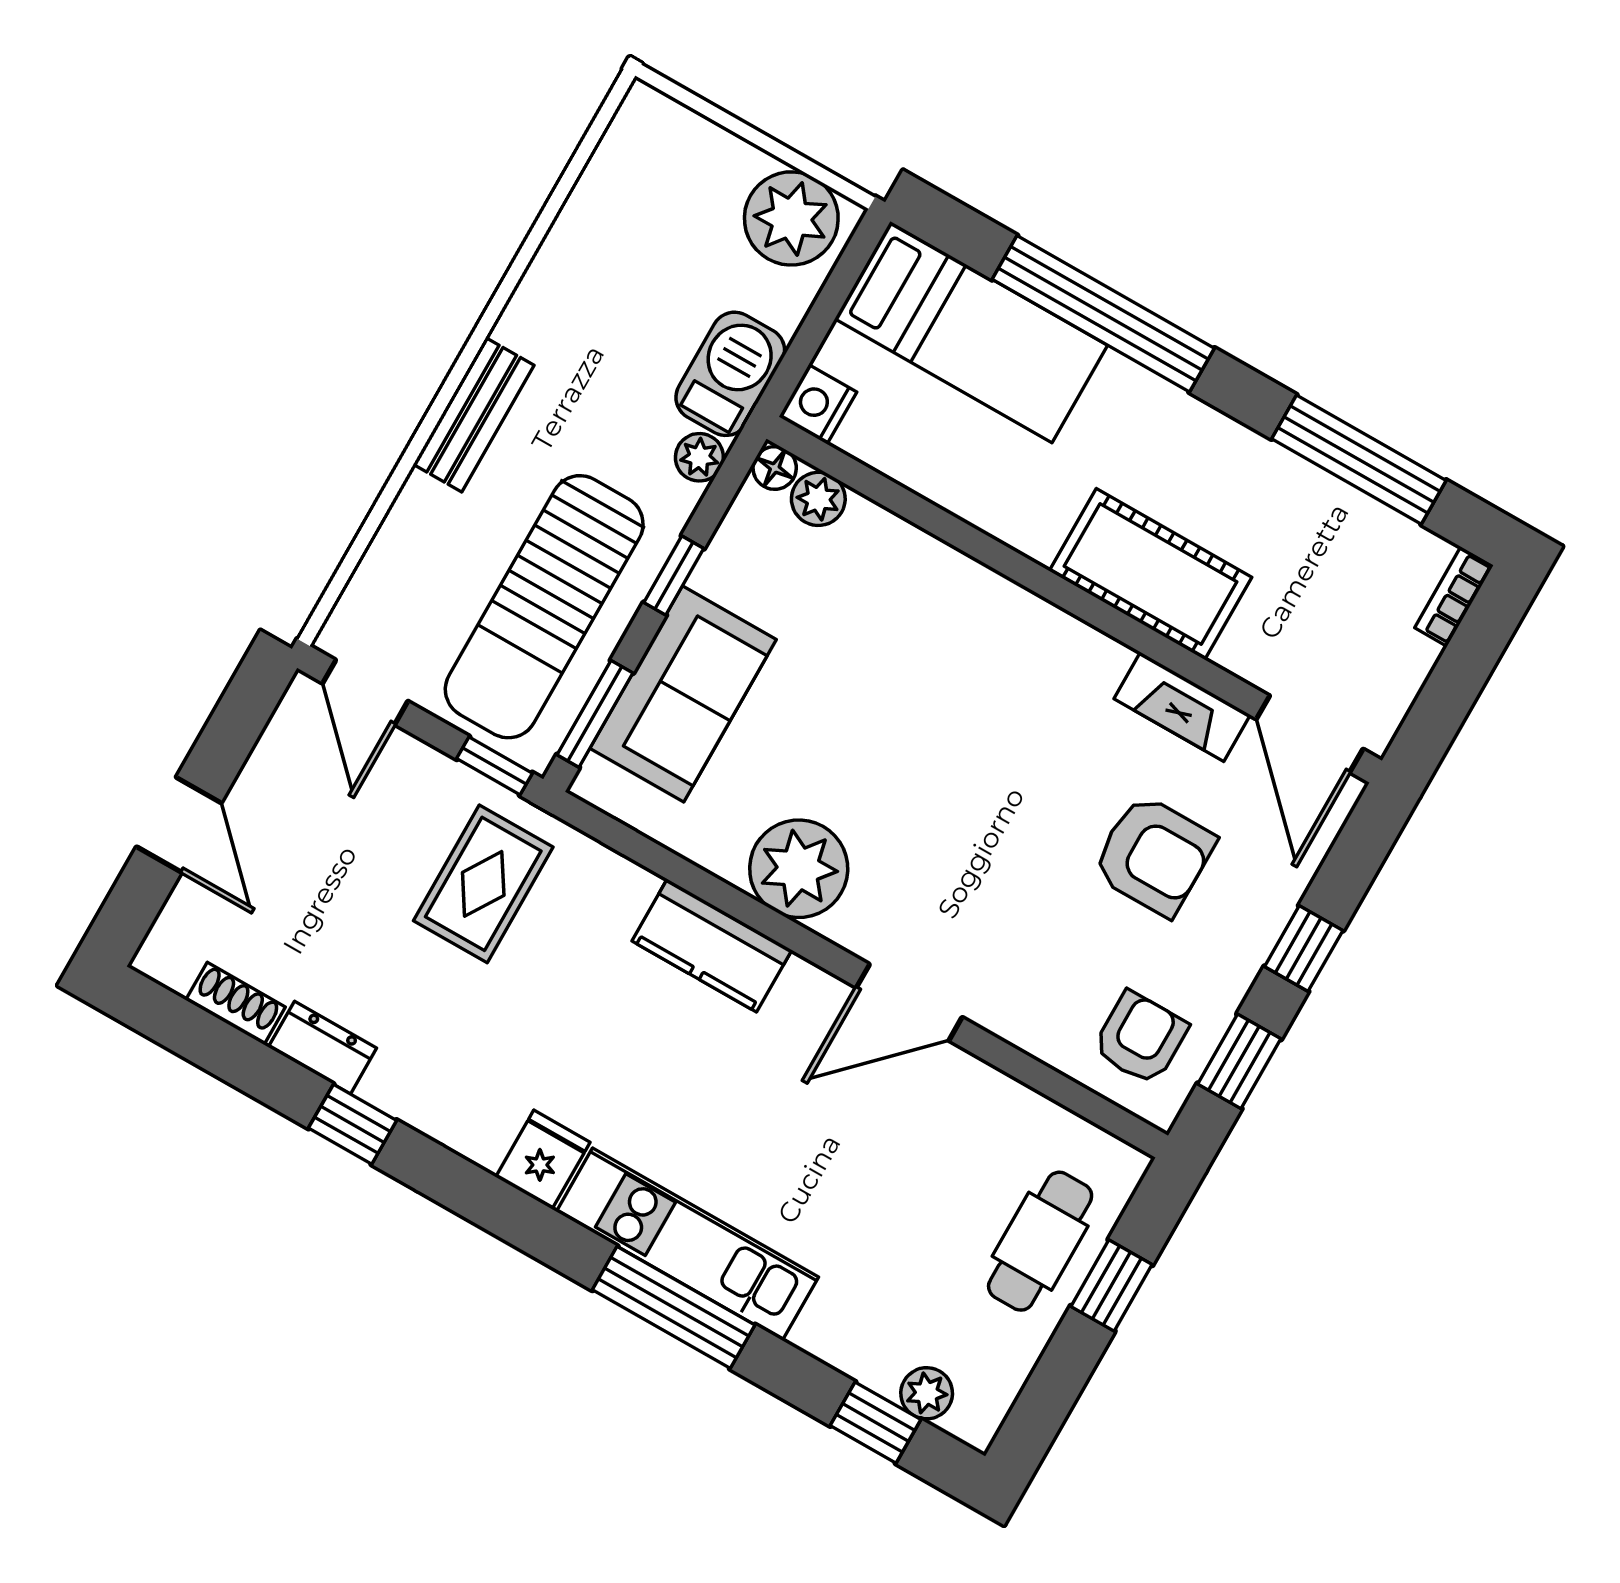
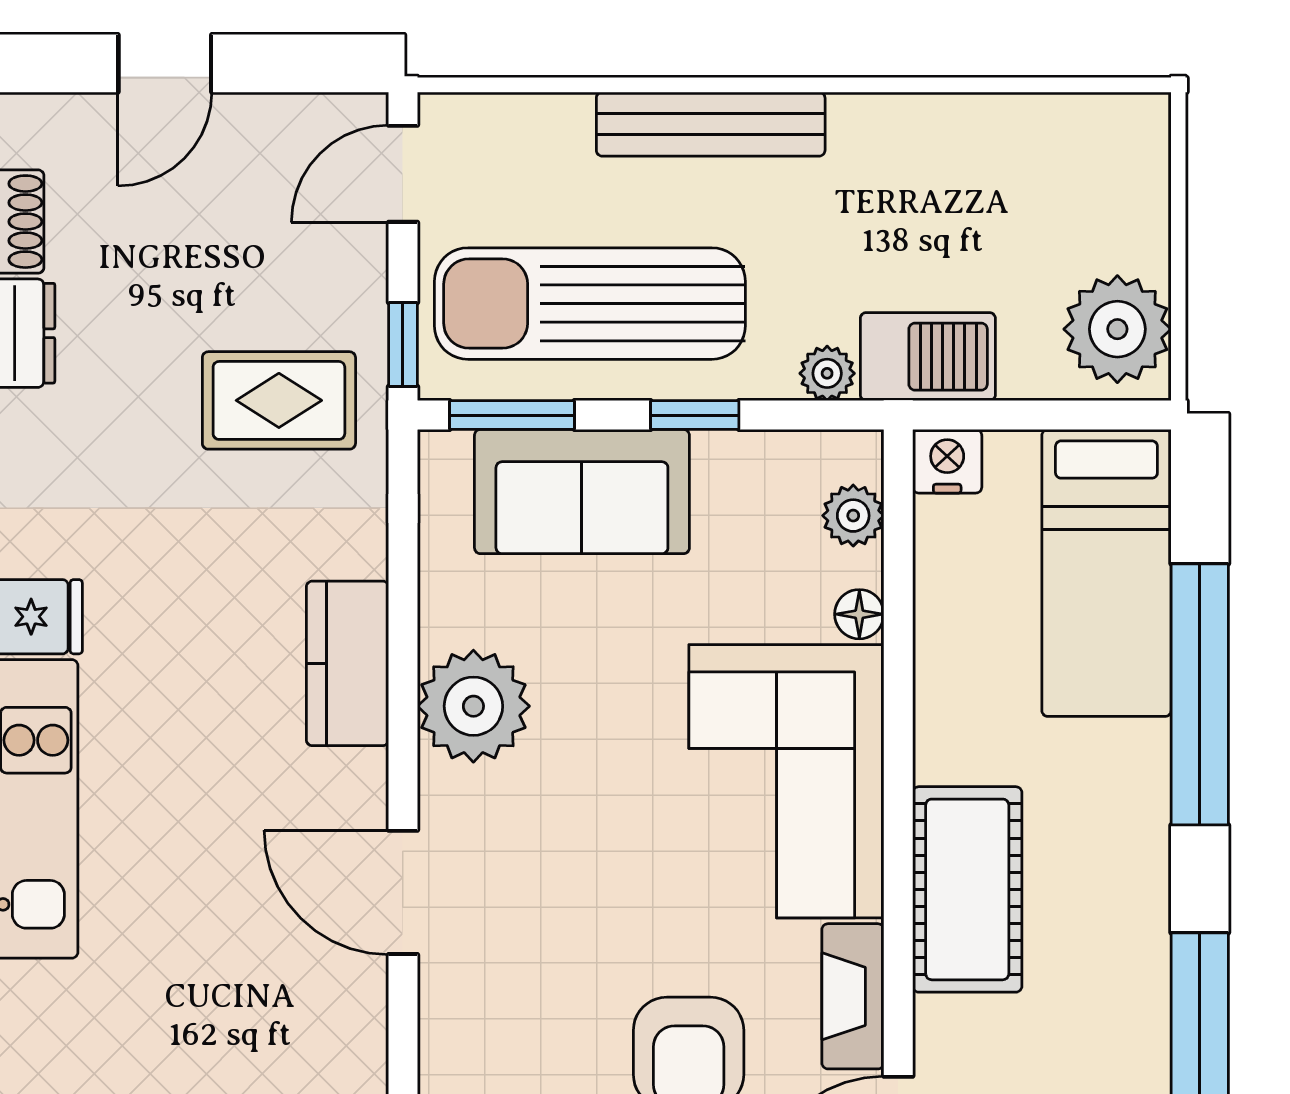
bench: (474, 415) -> (711, 124), width x1.36
floor lamp: (775, 468) -> (859, 614), moved
corner sofa: (991, 664) -> (786, 781), added

